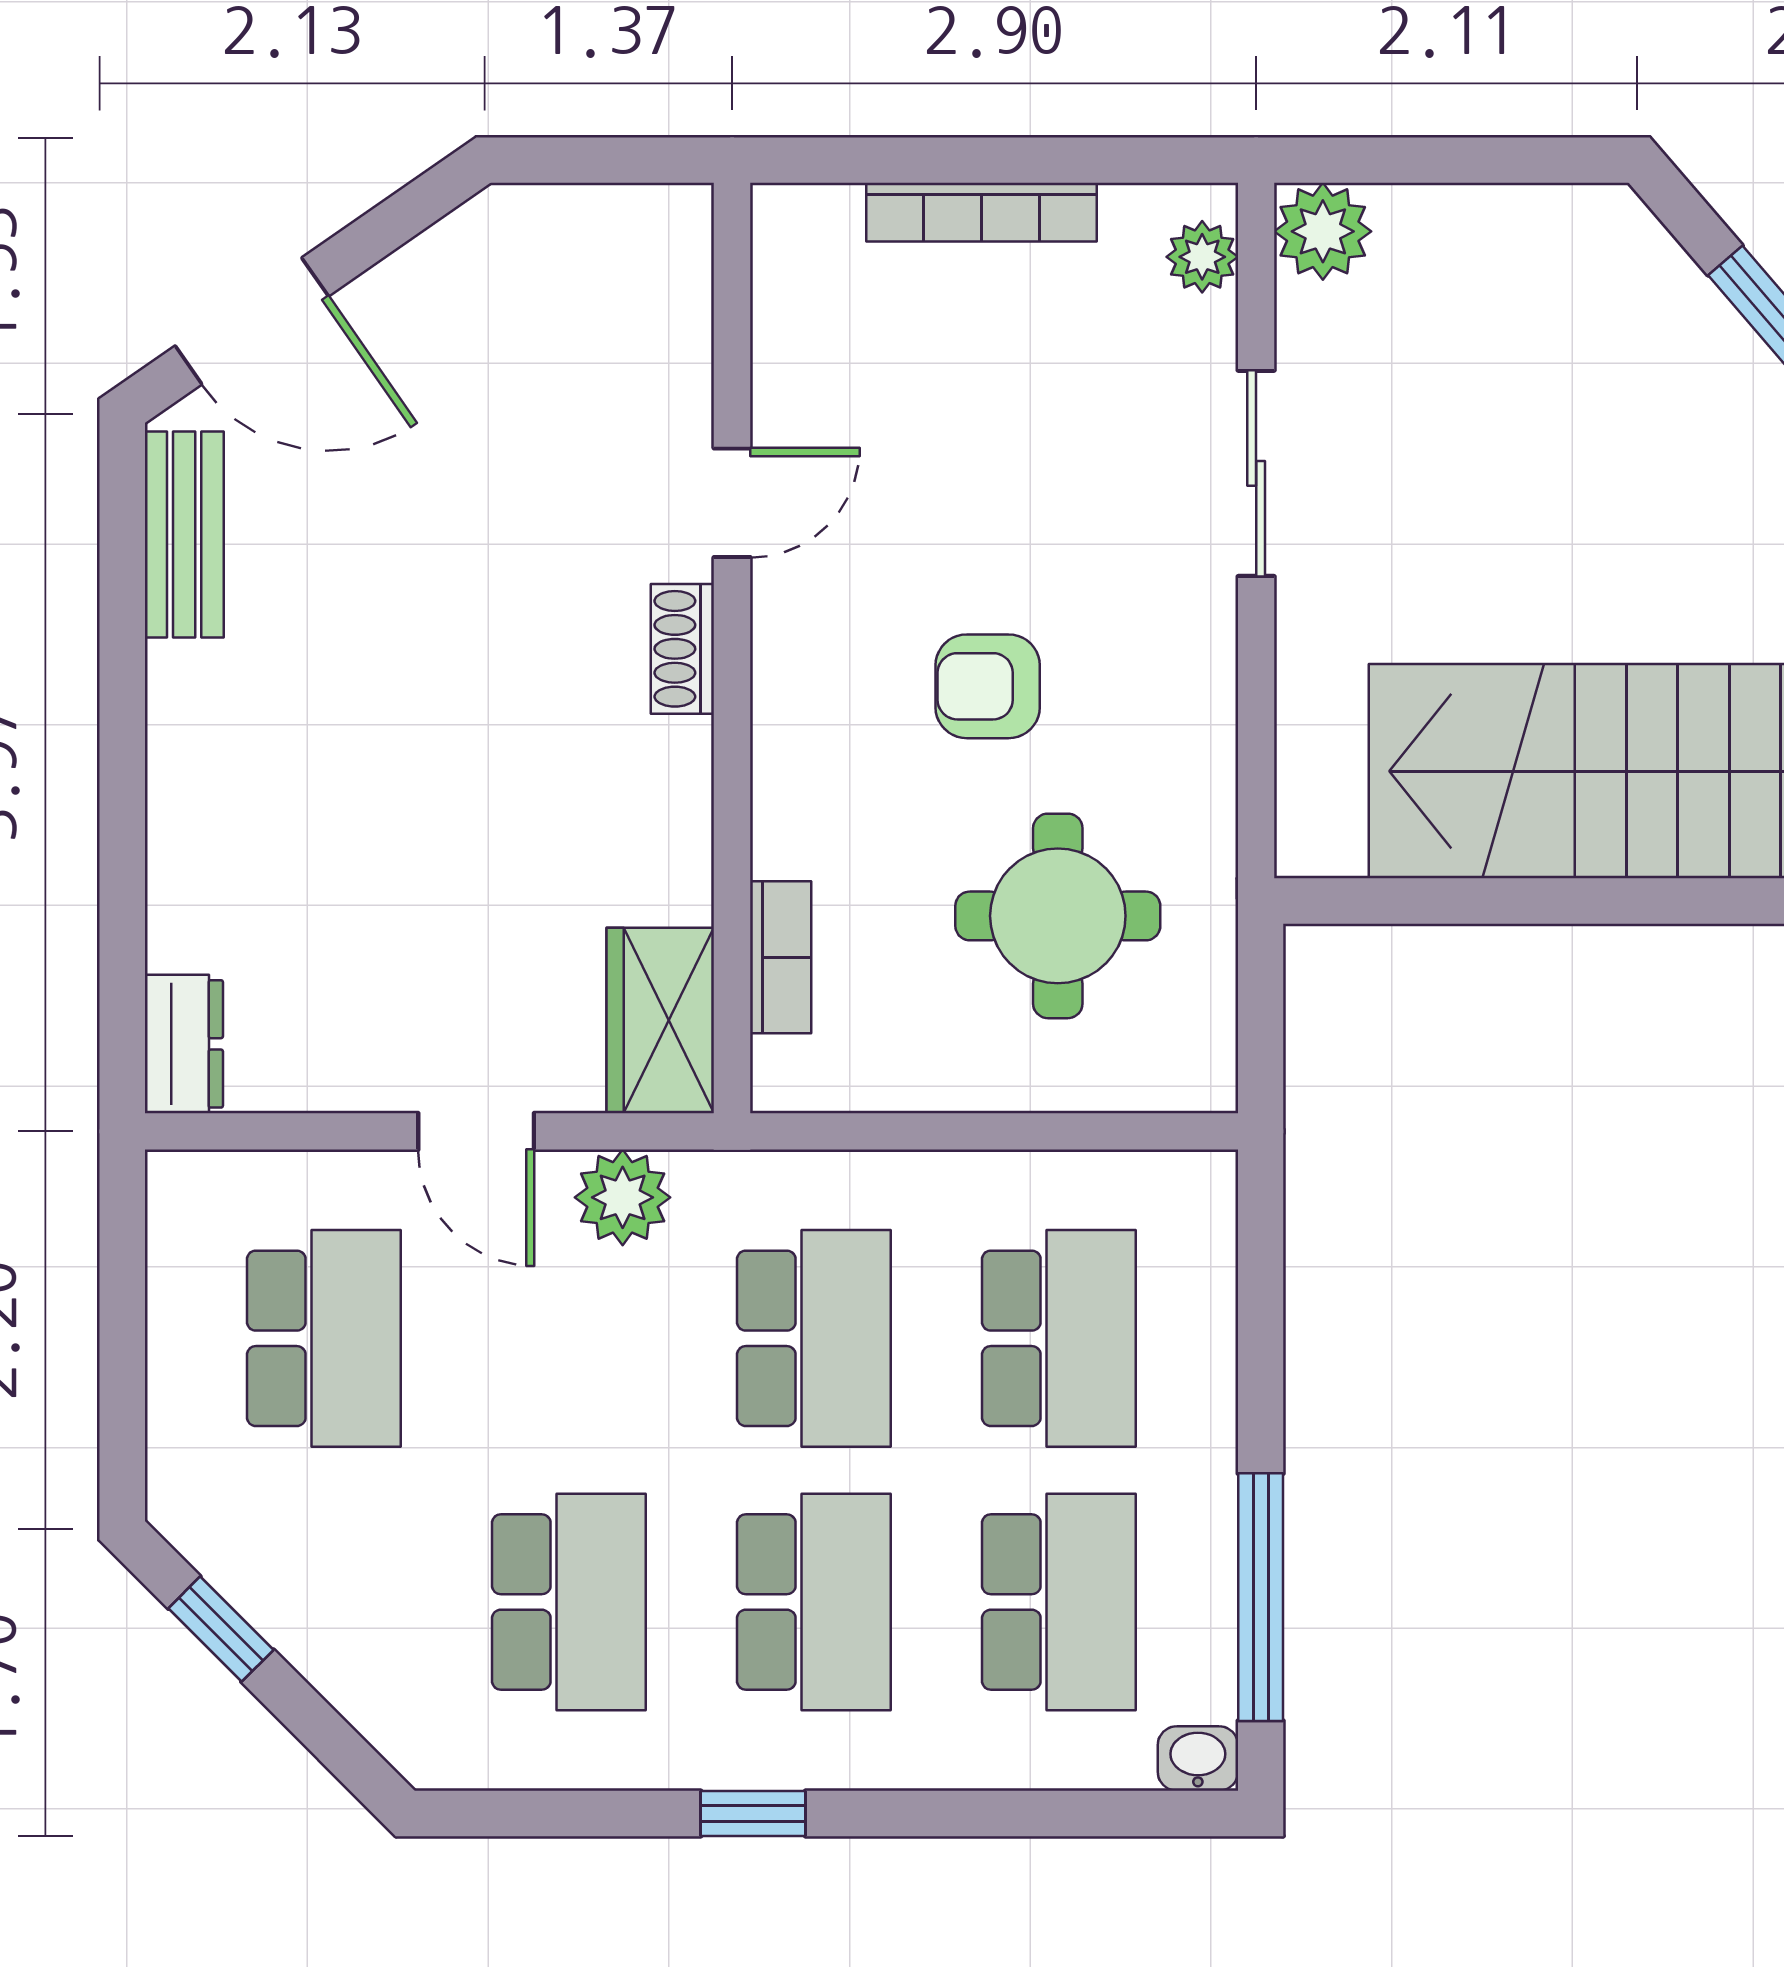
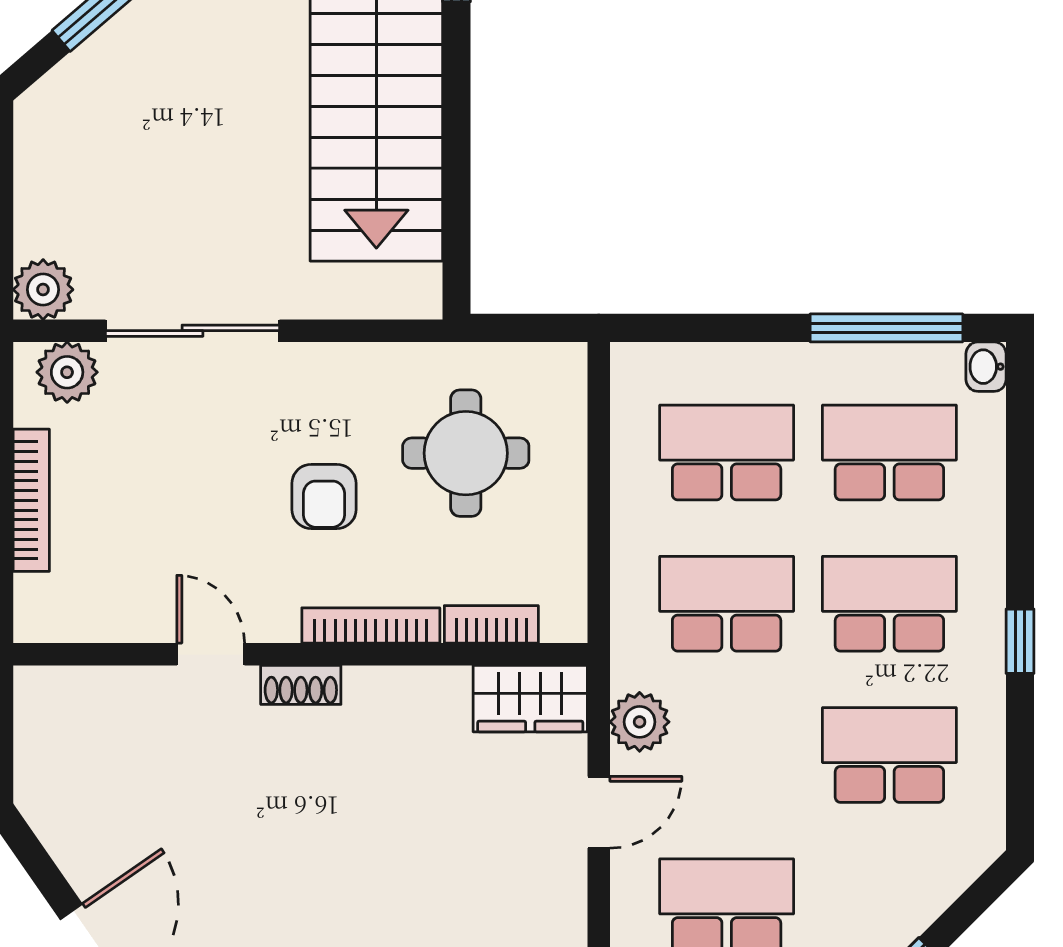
plant: (1202, 257) -> (67, 372), width x1.38, depth x1.38
sliding door: (1256, 473) -> (193, 331), width x1.37
bookcase: (779, 762) -> (371, 625), added

